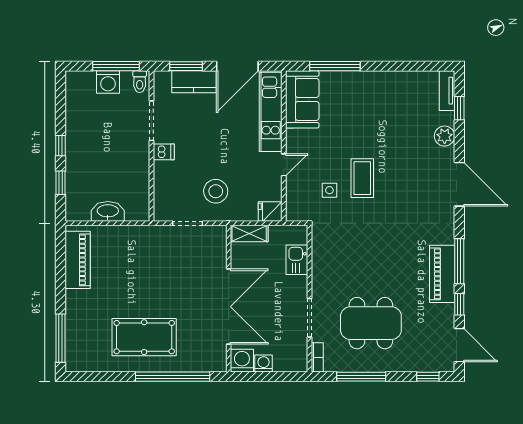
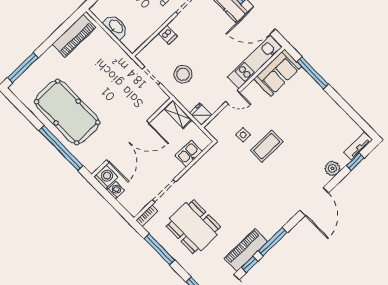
dishwasher: (164, 152) -> (168, 35), moved
piano: (442, 274) -> (246, 250), moved
pool table: (144, 337) -> (67, 112), width x1.36, depth x1.32

